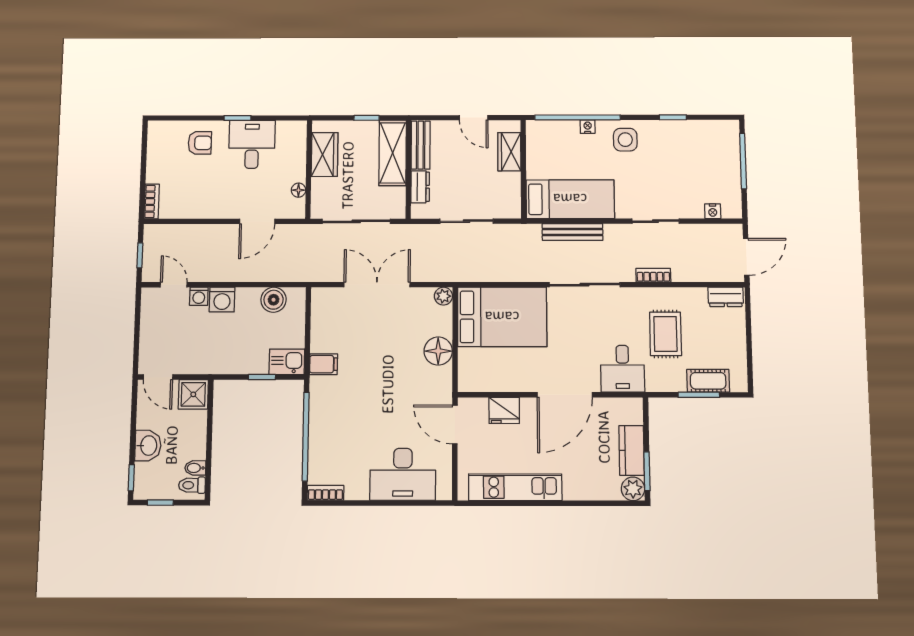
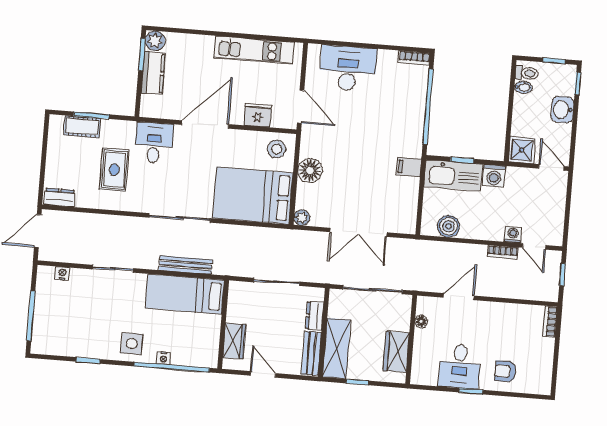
bookcase: (653, 275) -> (503, 252), moved
washing machine: (222, 300) -> (494, 176), moved, turned 180
kitchen sink: (287, 362) -> (453, 175), width x1.87, depth x1.24
stool: (479, 373) -> (277, 149), added

